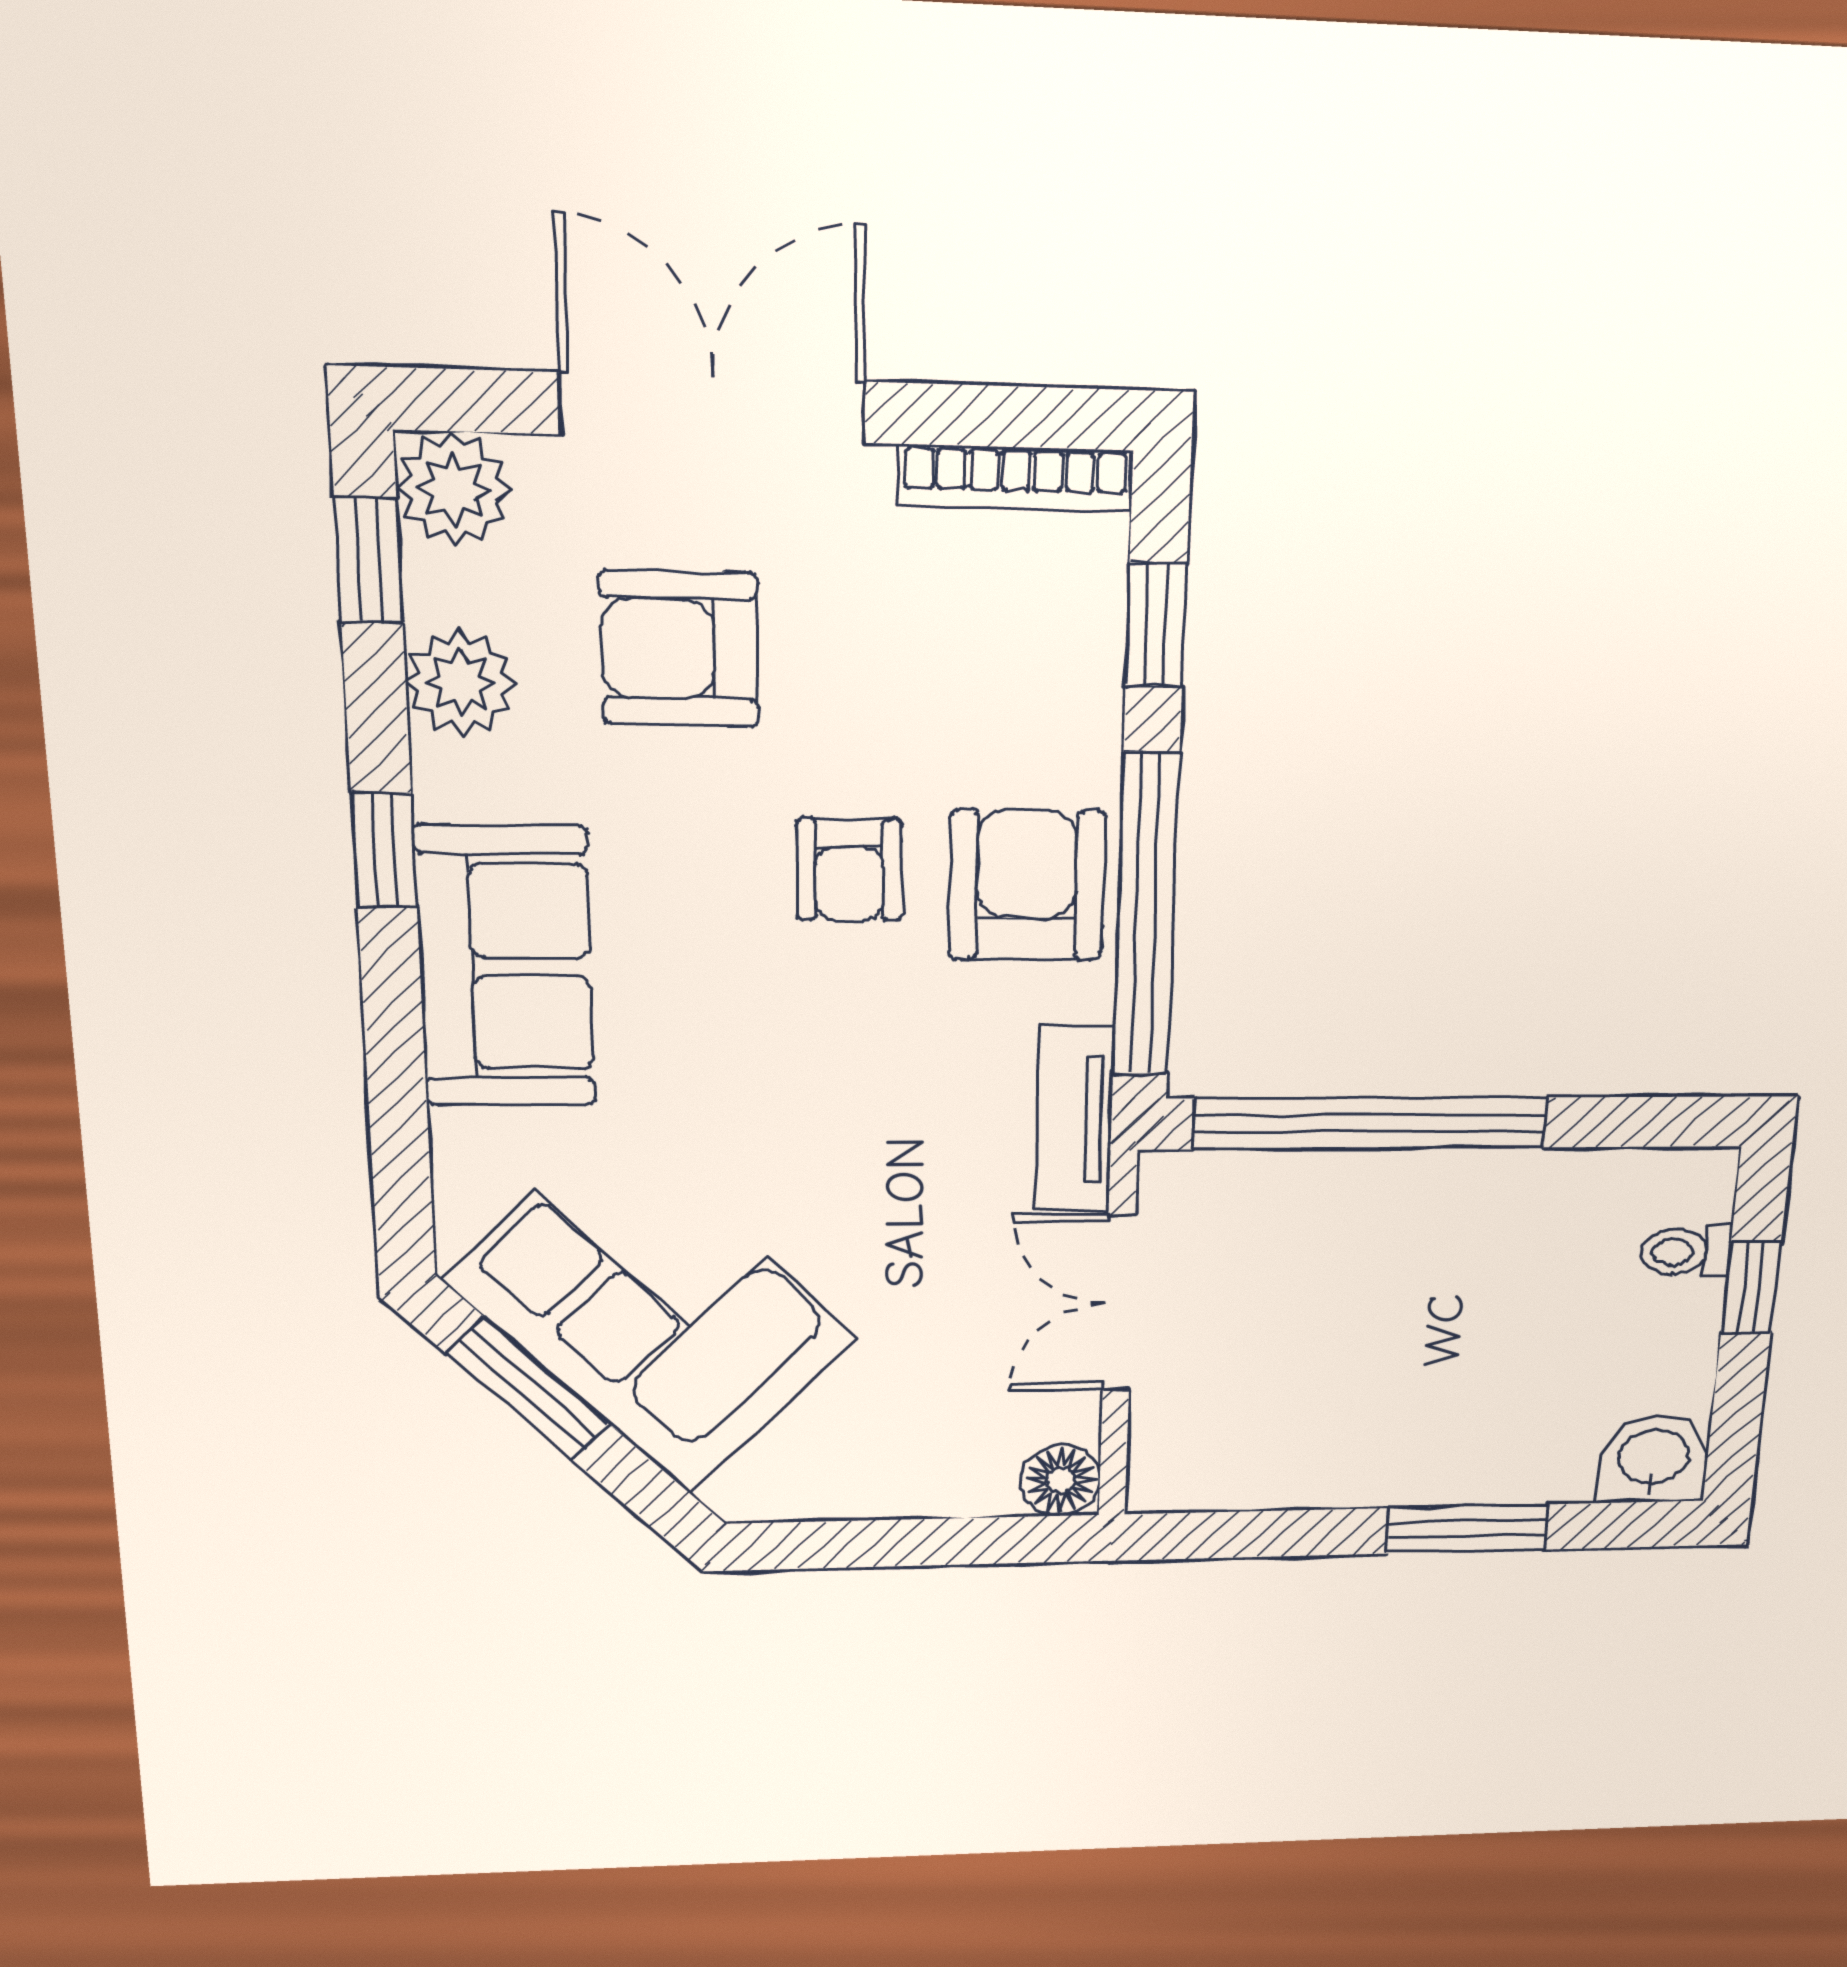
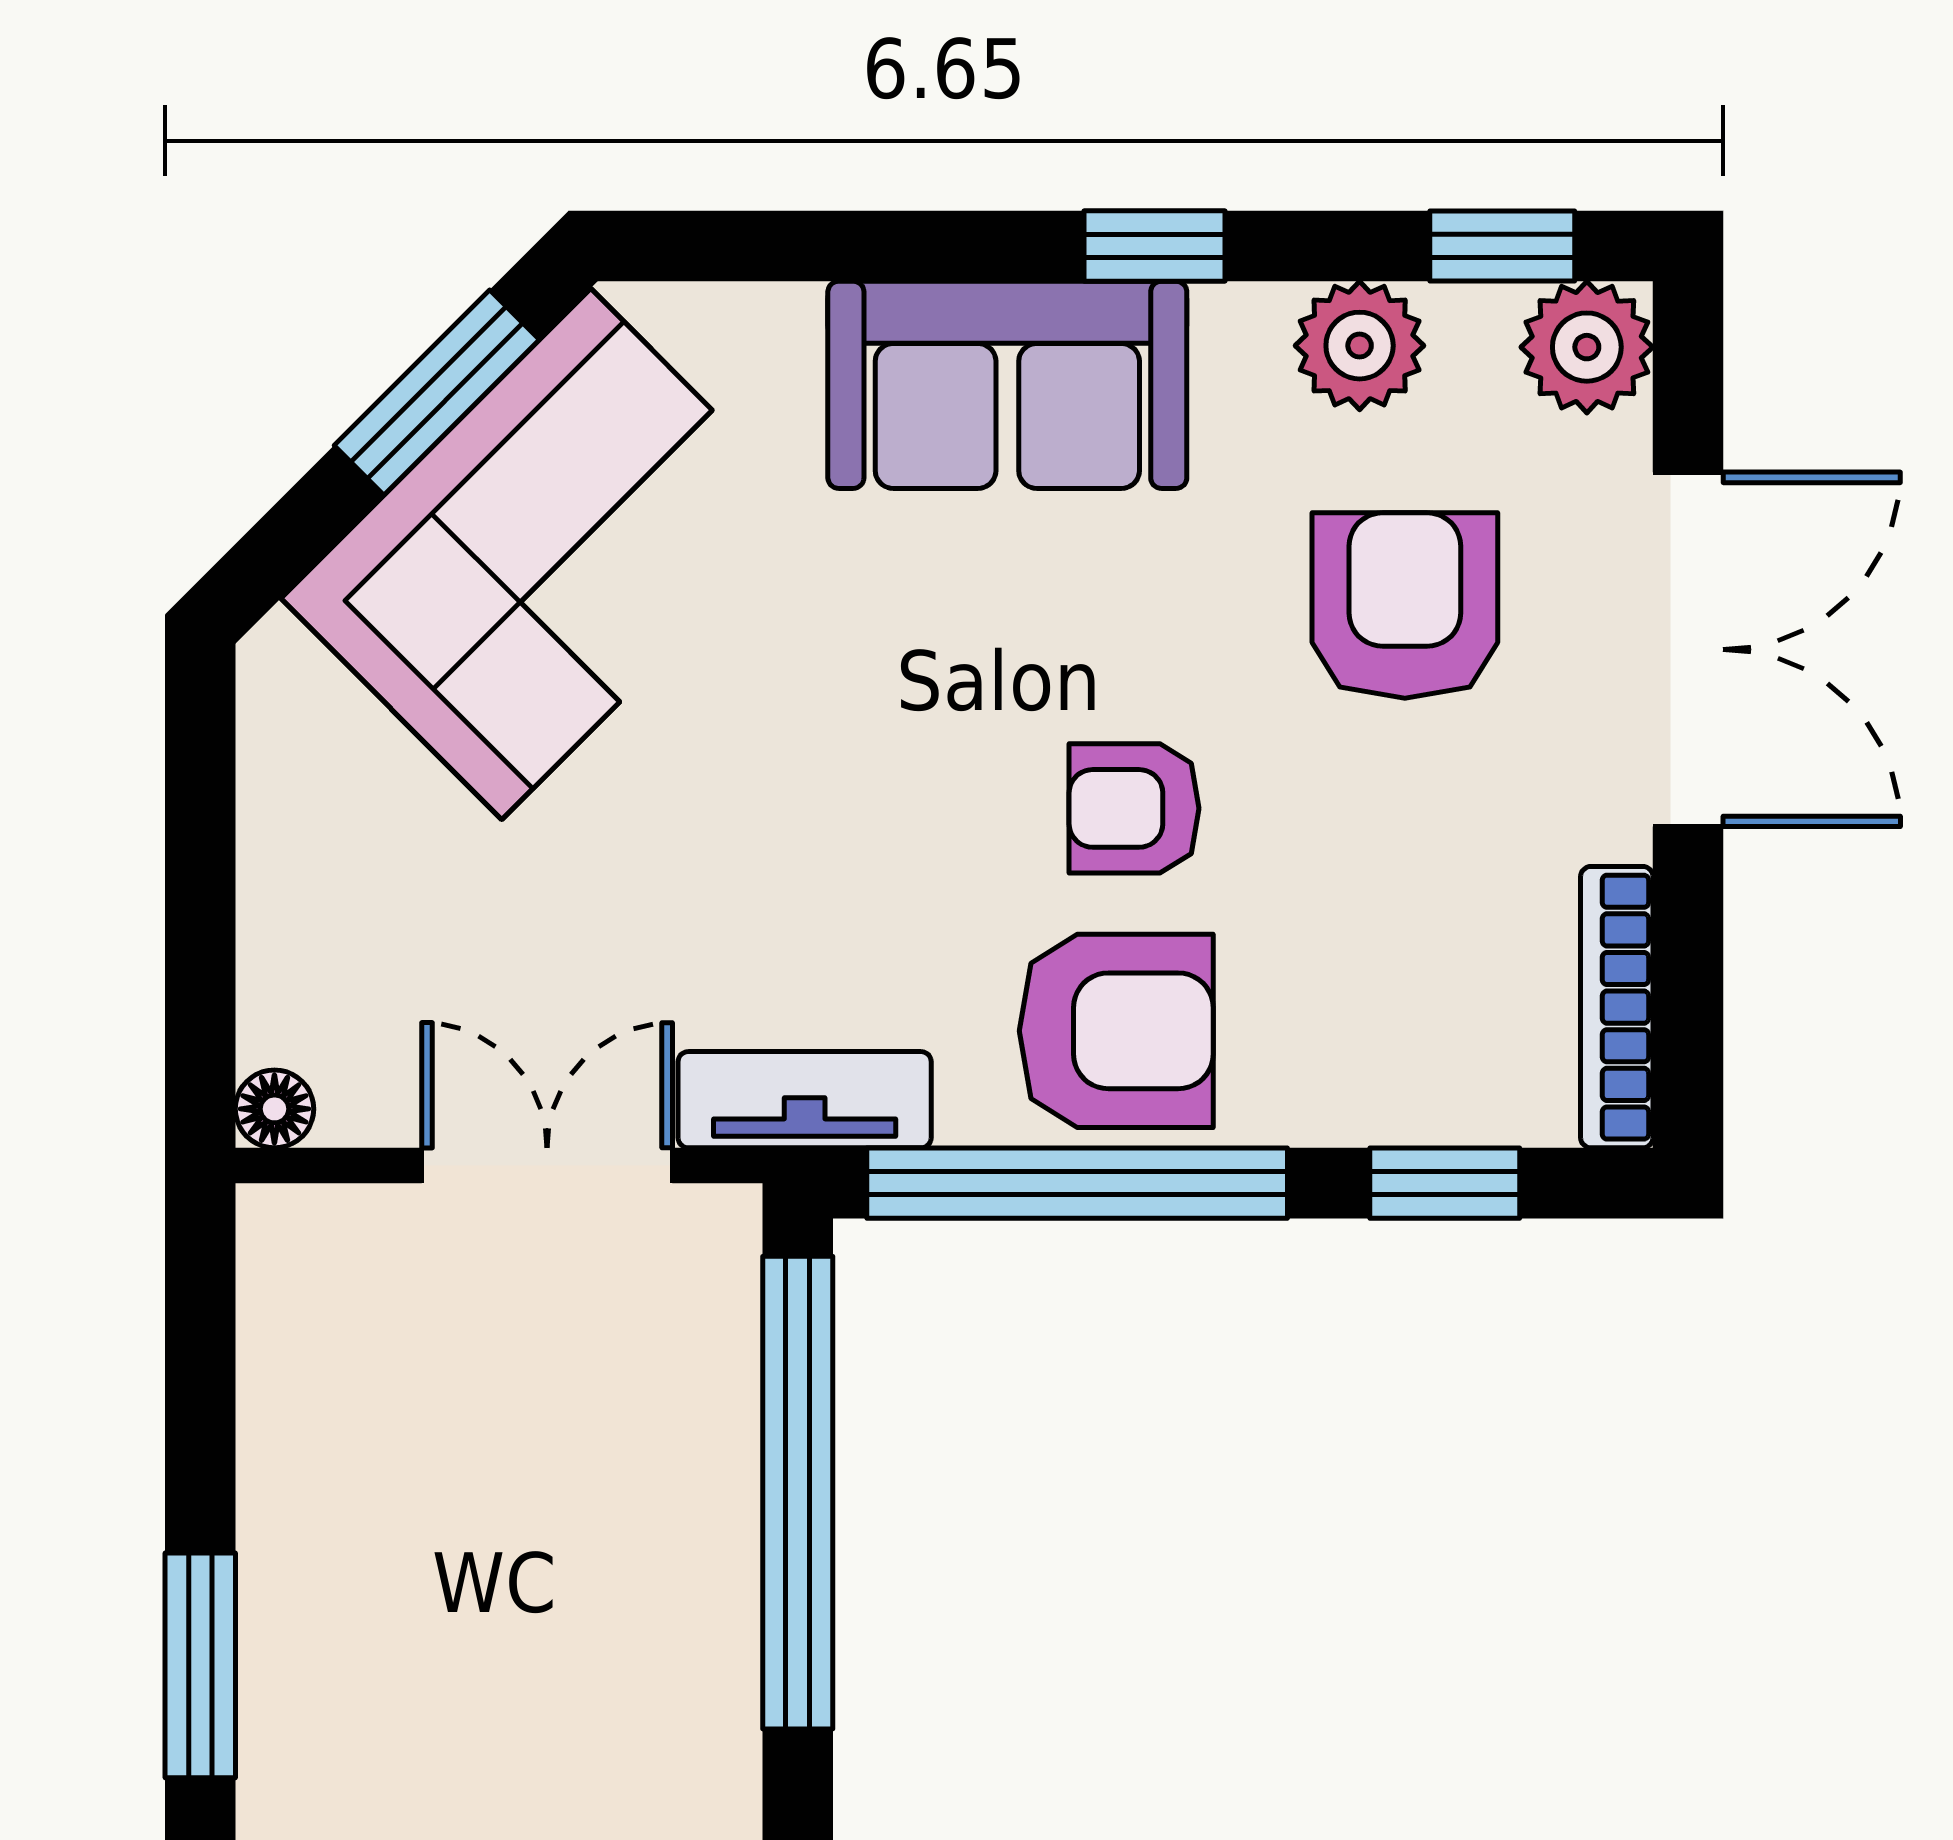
floor lamp: (1061, 1480) -> (274, 1109), width x0.73, depth x0.73

